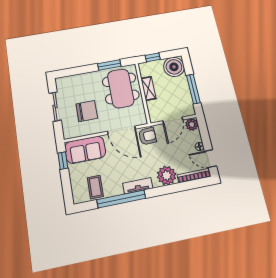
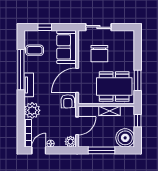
sliding door: (55, 107) -> (98, 27), moved
door: (173, 120) -> (77, 126), swing flipped
window: (63, 161) -> (45, 27), moved

